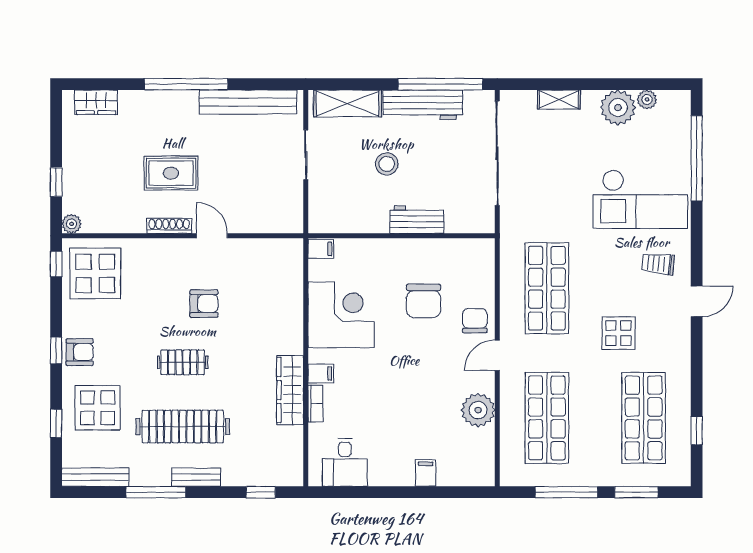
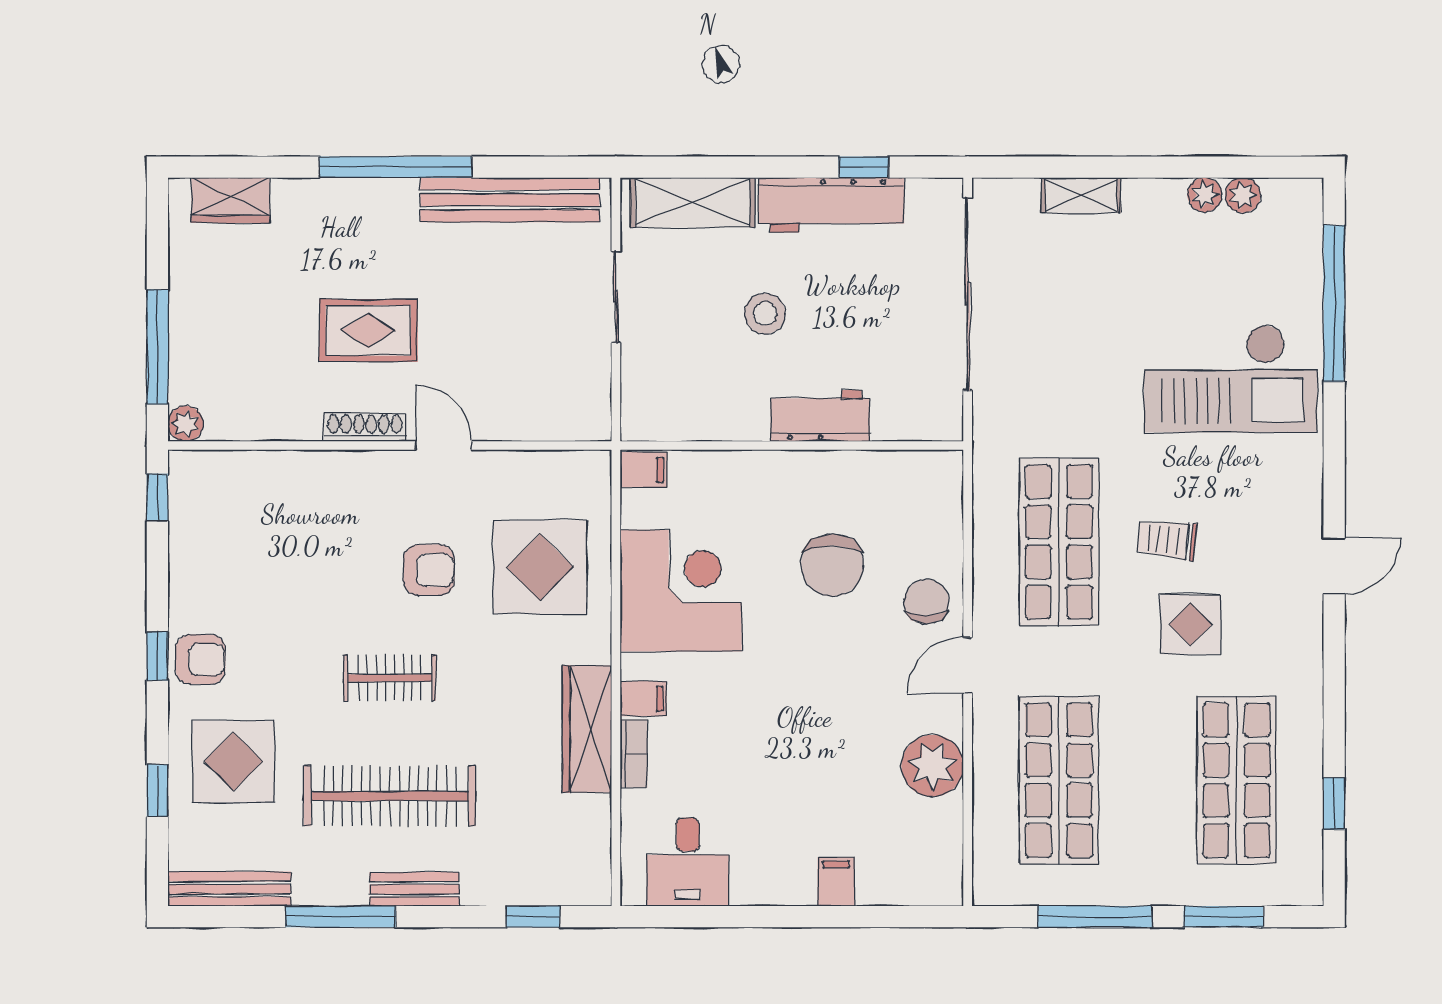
window: (440, 84) -> (863, 167), width x0.32
plant: (618, 108) -> (1205, 195), width x0.53, depth x0.53
window: (56, 182) -> (157, 347), width x2.17
trolley: (658, 264) -> (1167, 540), moved
display table: (95, 273) -> (540, 567), moved

